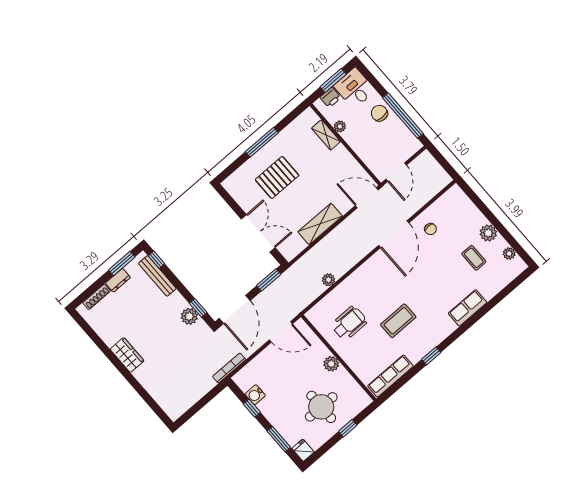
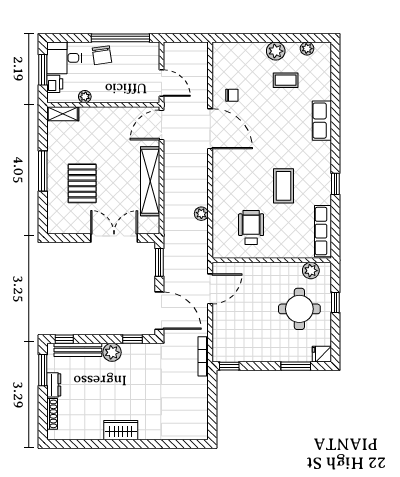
chair: (379, 113) -> (102, 55), turned -98
shelving: (326, 135) -> (63, 114), moved
shelving: (320, 224) -> (150, 181), width x1.47
plant: (189, 316) -> (112, 352), moved
plant: (331, 364) -> (311, 271), moved
water cooler: (255, 395) -> (243, 354), removed
window: (252, 408) -> (229, 366), moved

